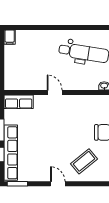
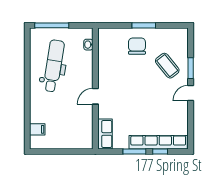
filing cabinet: (10, 37) -> (37, 129), moved
window: (17, 184) -> (191, 68), moved

